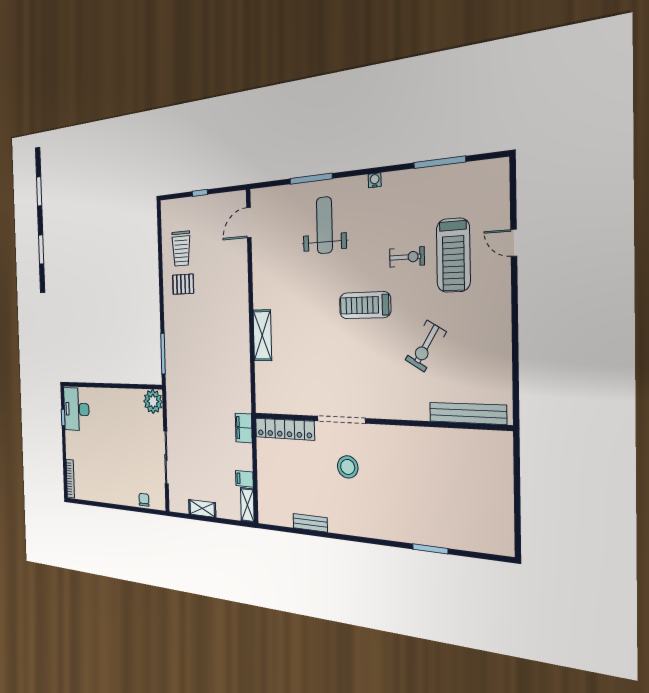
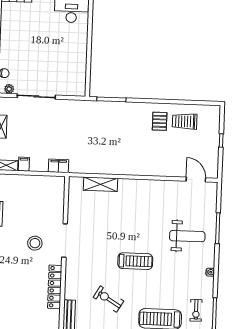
exercise bike: (407, 257) -> (196, 310), moved
treadmill: (365, 305) -> (135, 261), turned 90
shelving: (262, 335) -> (100, 184), moved
plant: (153, 401) -> (9, 89), moved, width x0.53, depth x0.53
locker: (285, 429) -> (55, 287), moved

